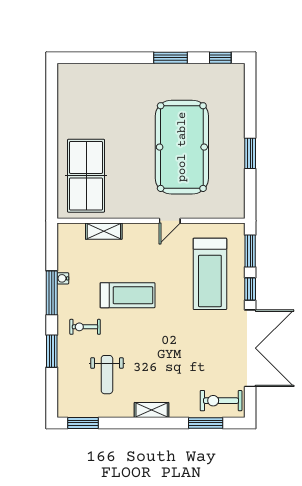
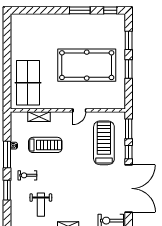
window: (250, 107) -> (129, 40), added
pool table: (182, 147) -> (87, 65), turned 90
treadmill: (210, 274) -> (104, 143), turned 180
treadmill: (128, 295) -> (45, 145), moved

